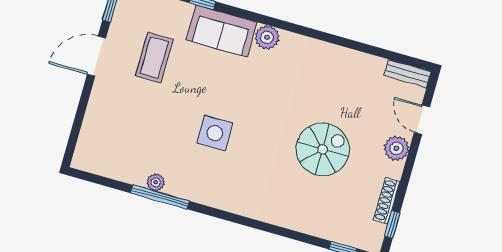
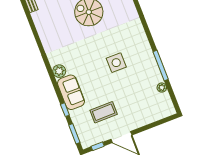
plant: (156, 182) -> (162, 88), moved

